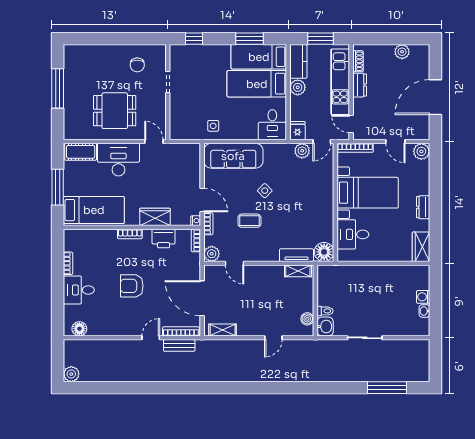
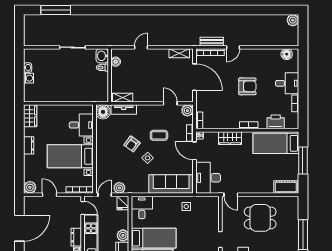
desk: (118, 160) -> (208, 178), moved, turned 90
armchair: (285, 209) -> (132, 144), added
printer: (164, 239) -> (276, 122), moved

